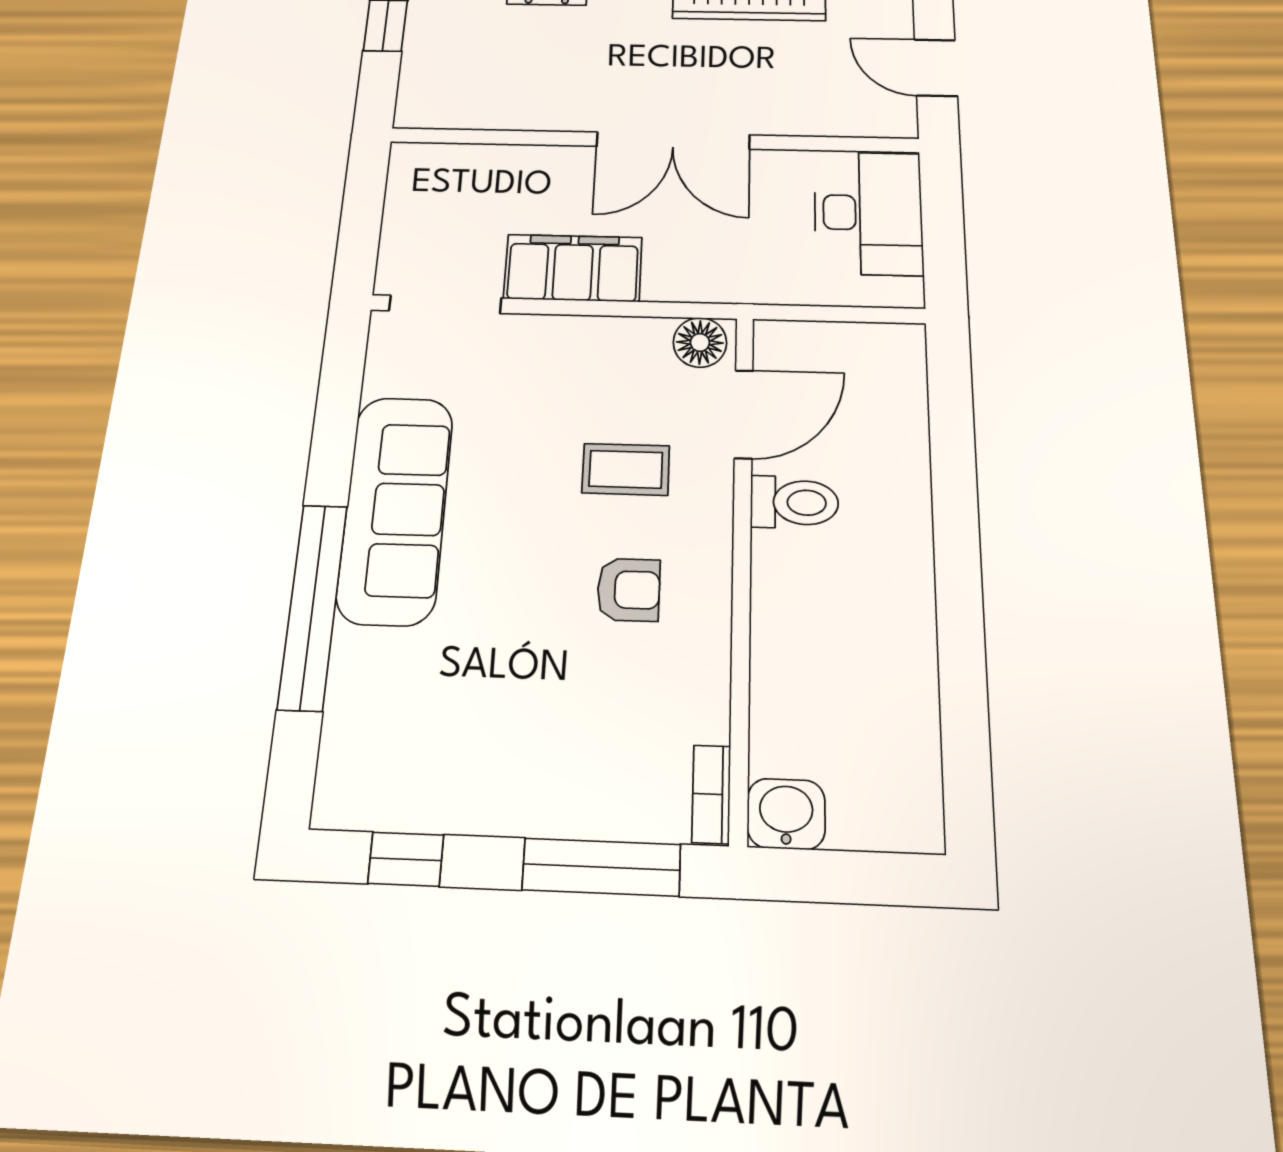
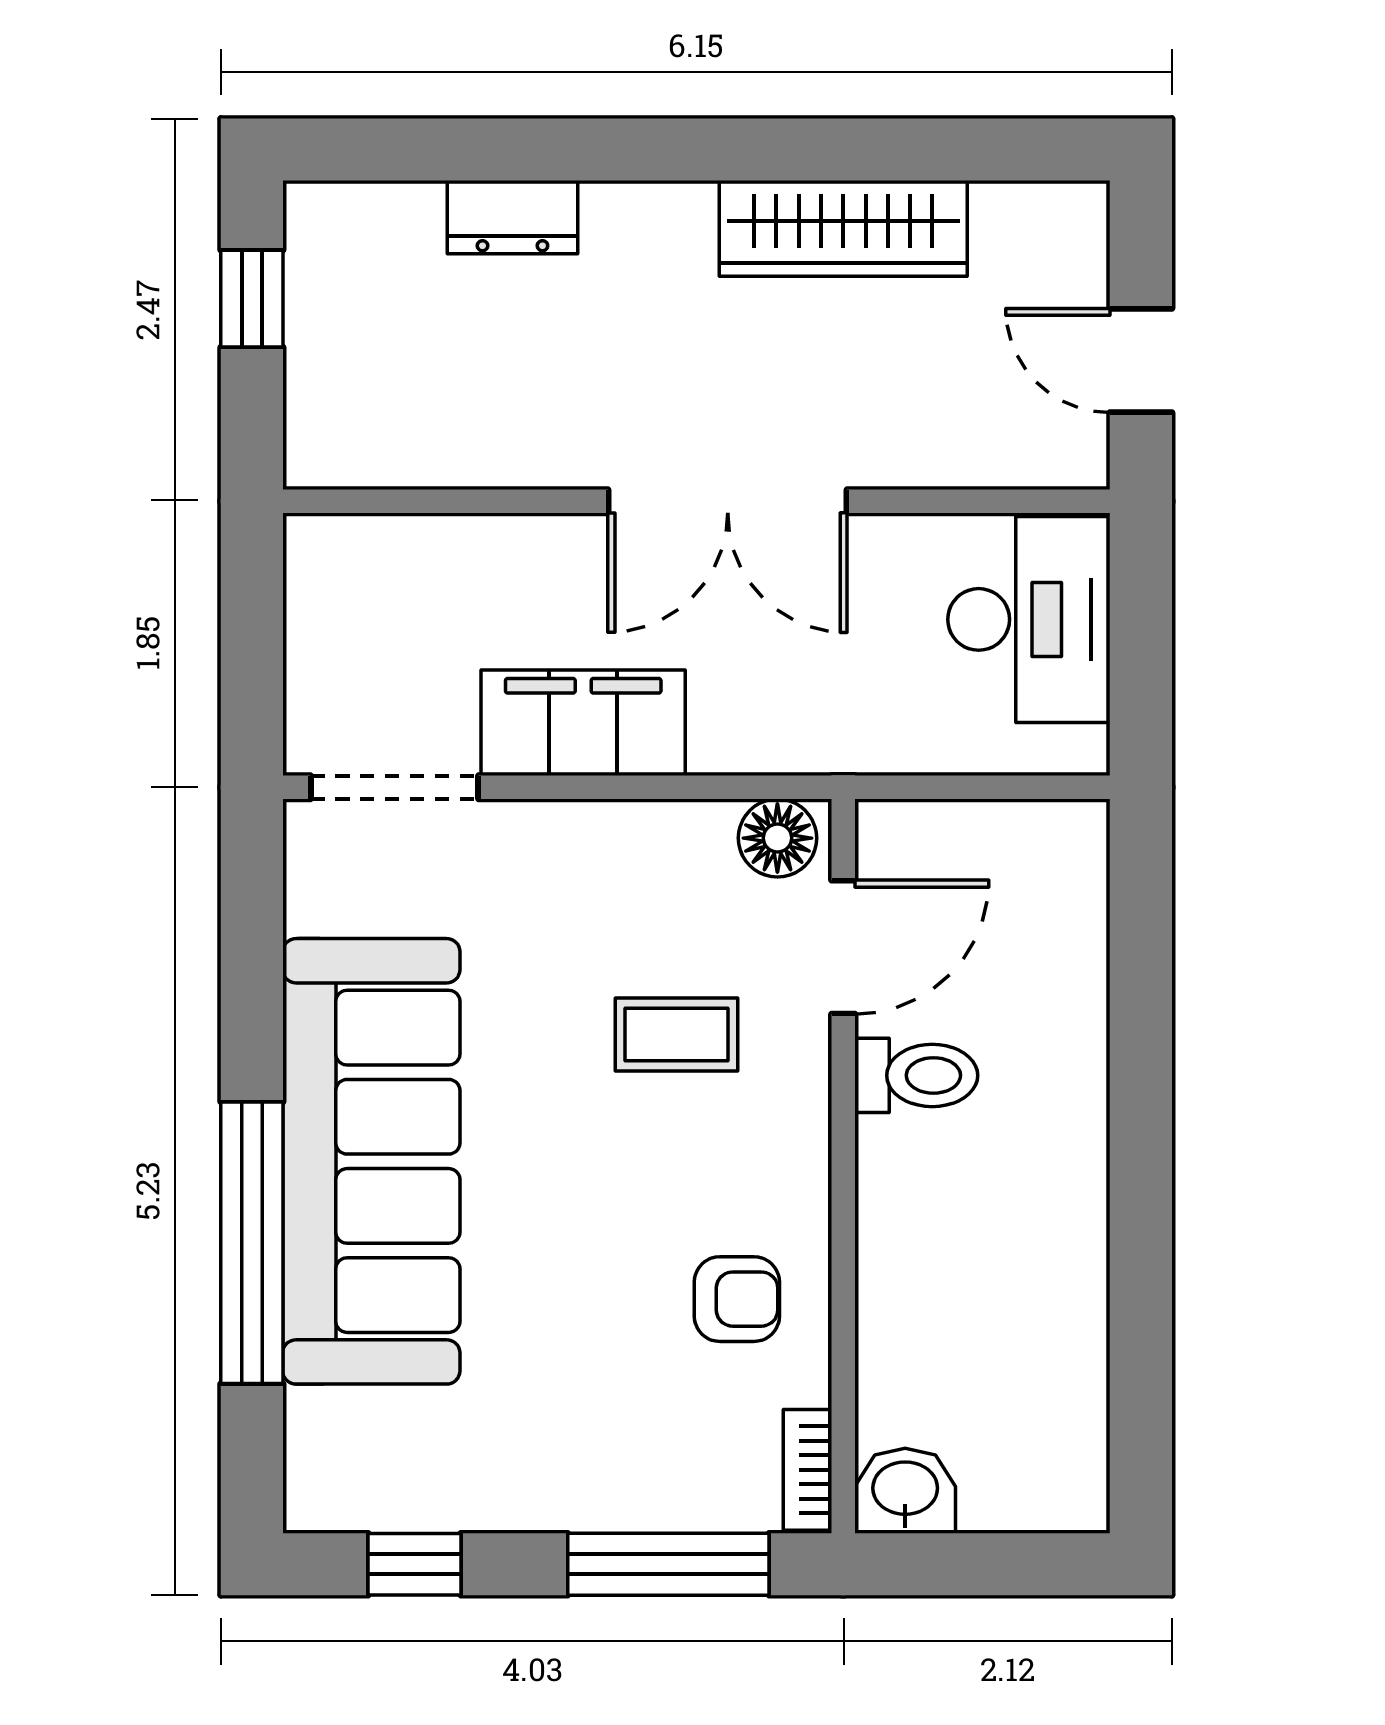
sofa: (395, 509) -> (371, 1161), width x1.36, depth x1.27
armchair: (629, 590) -> (737, 1299), moved

